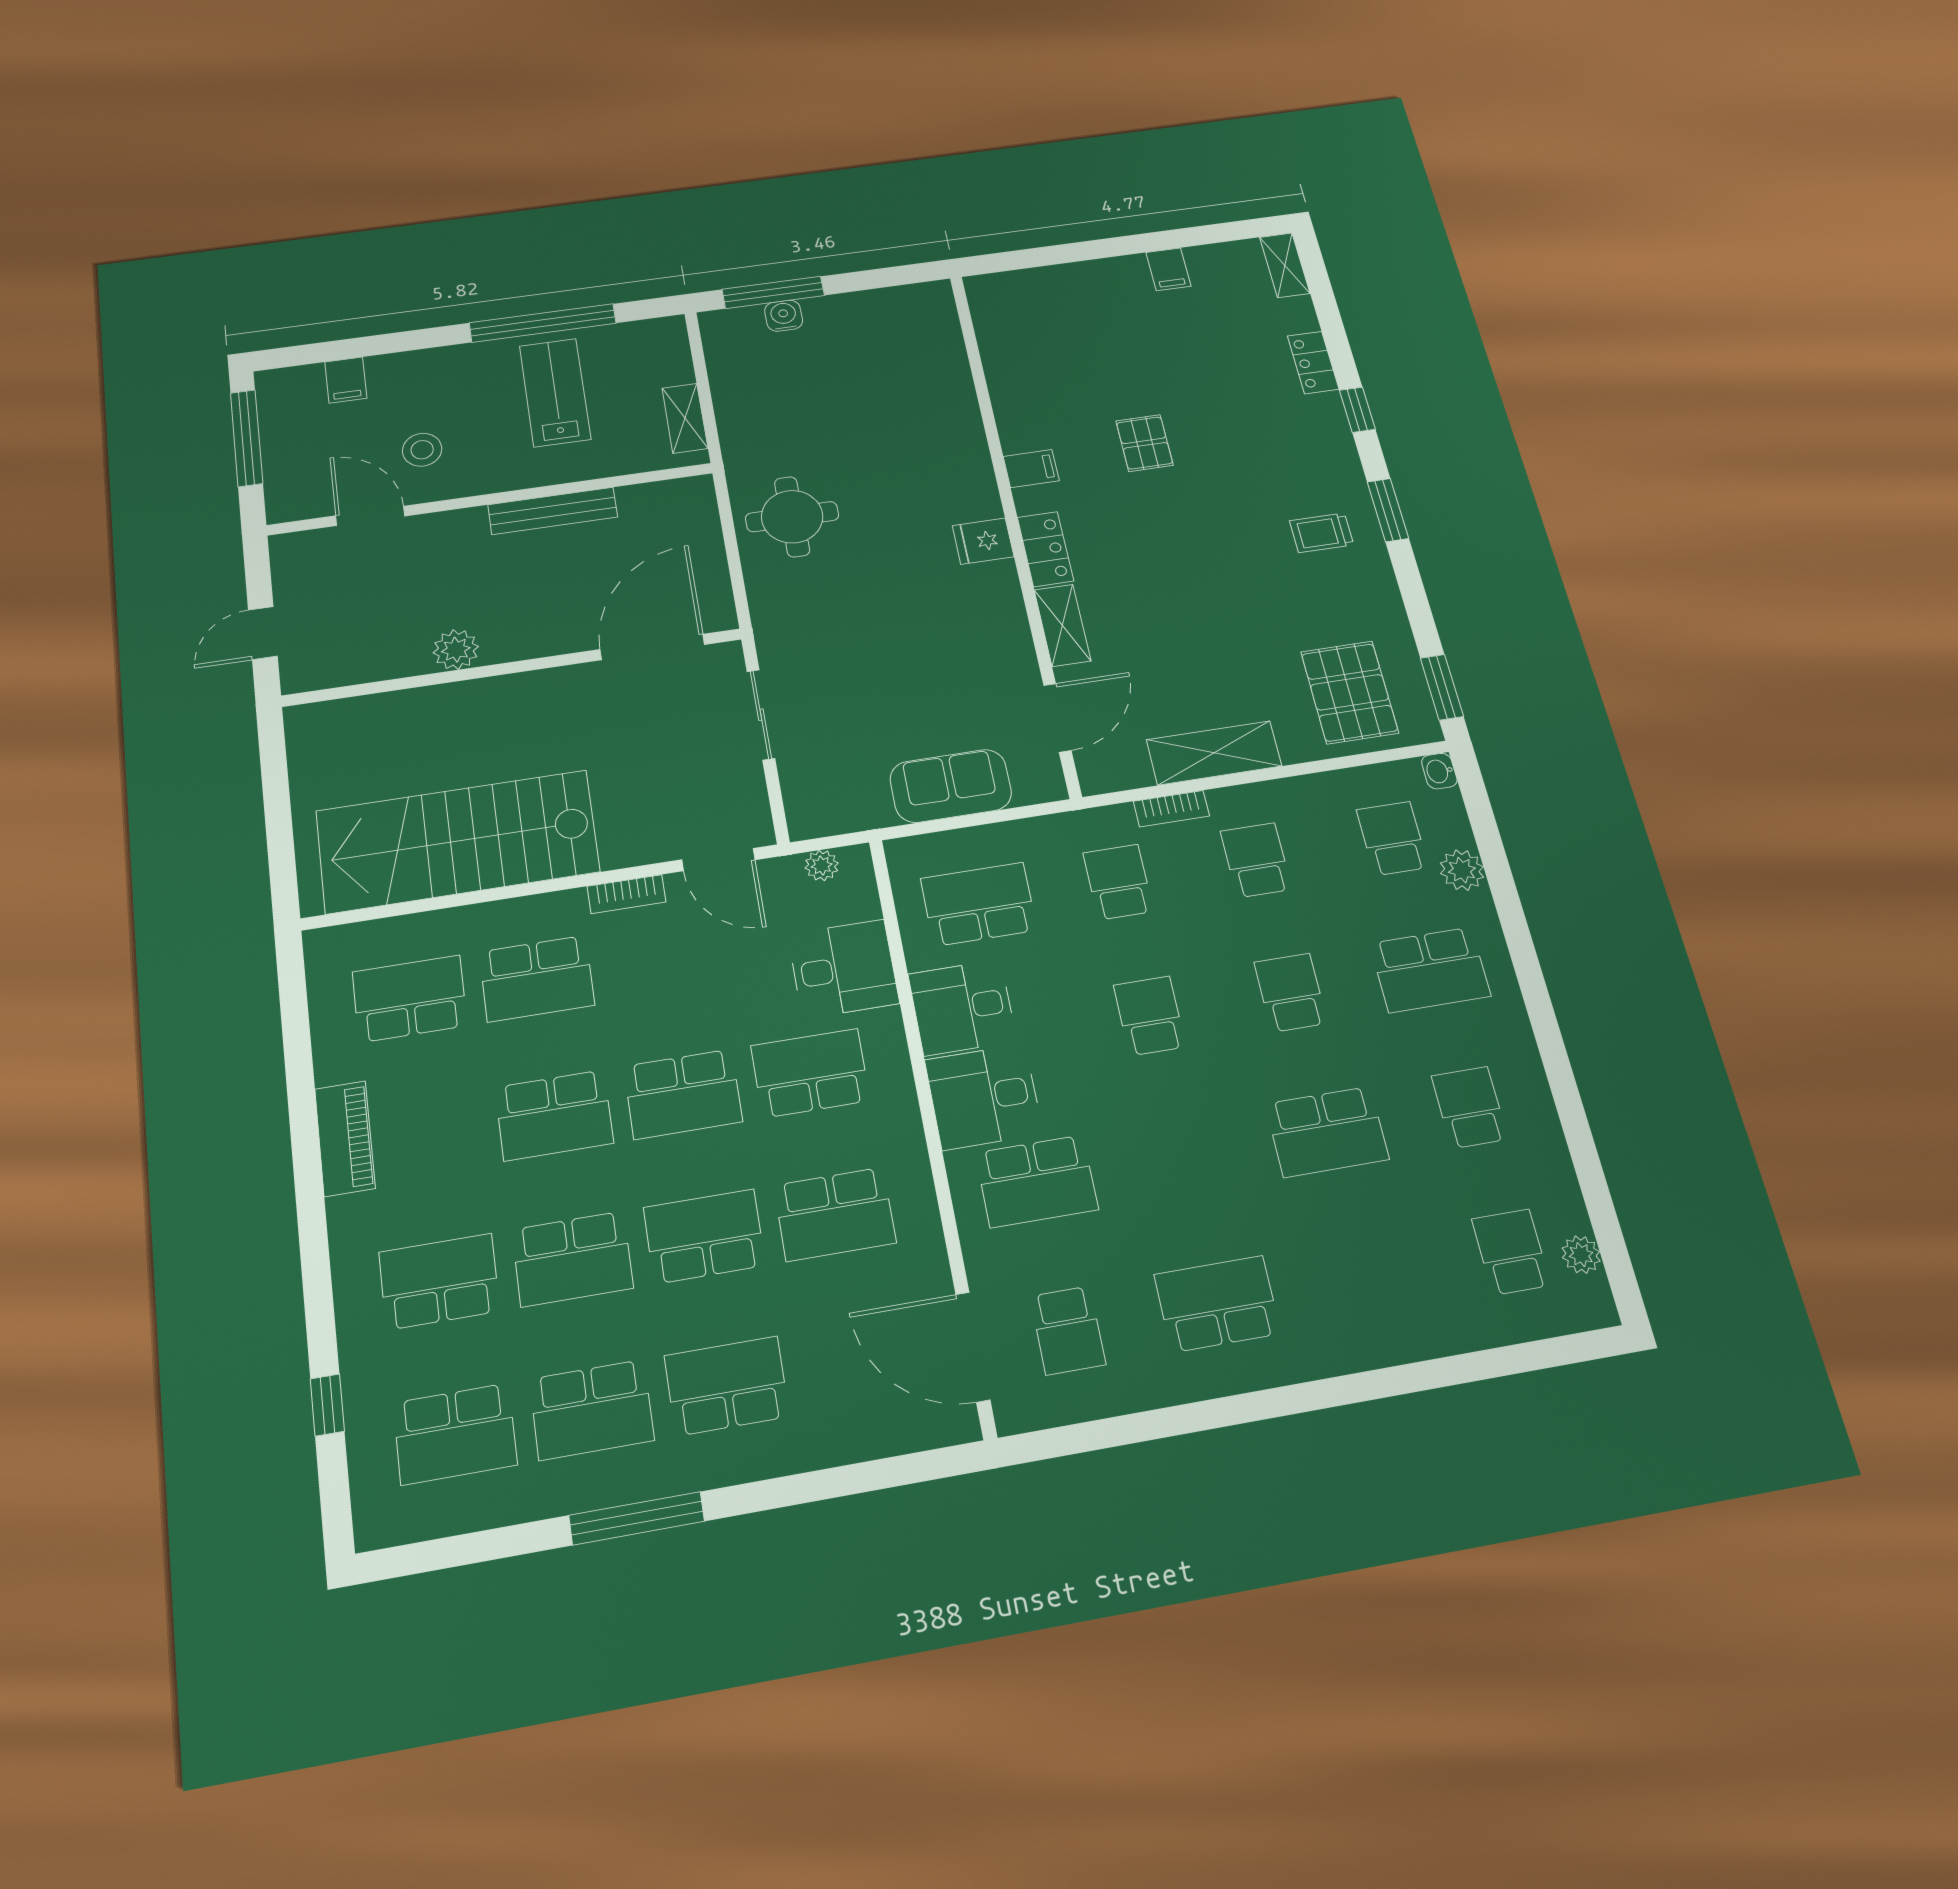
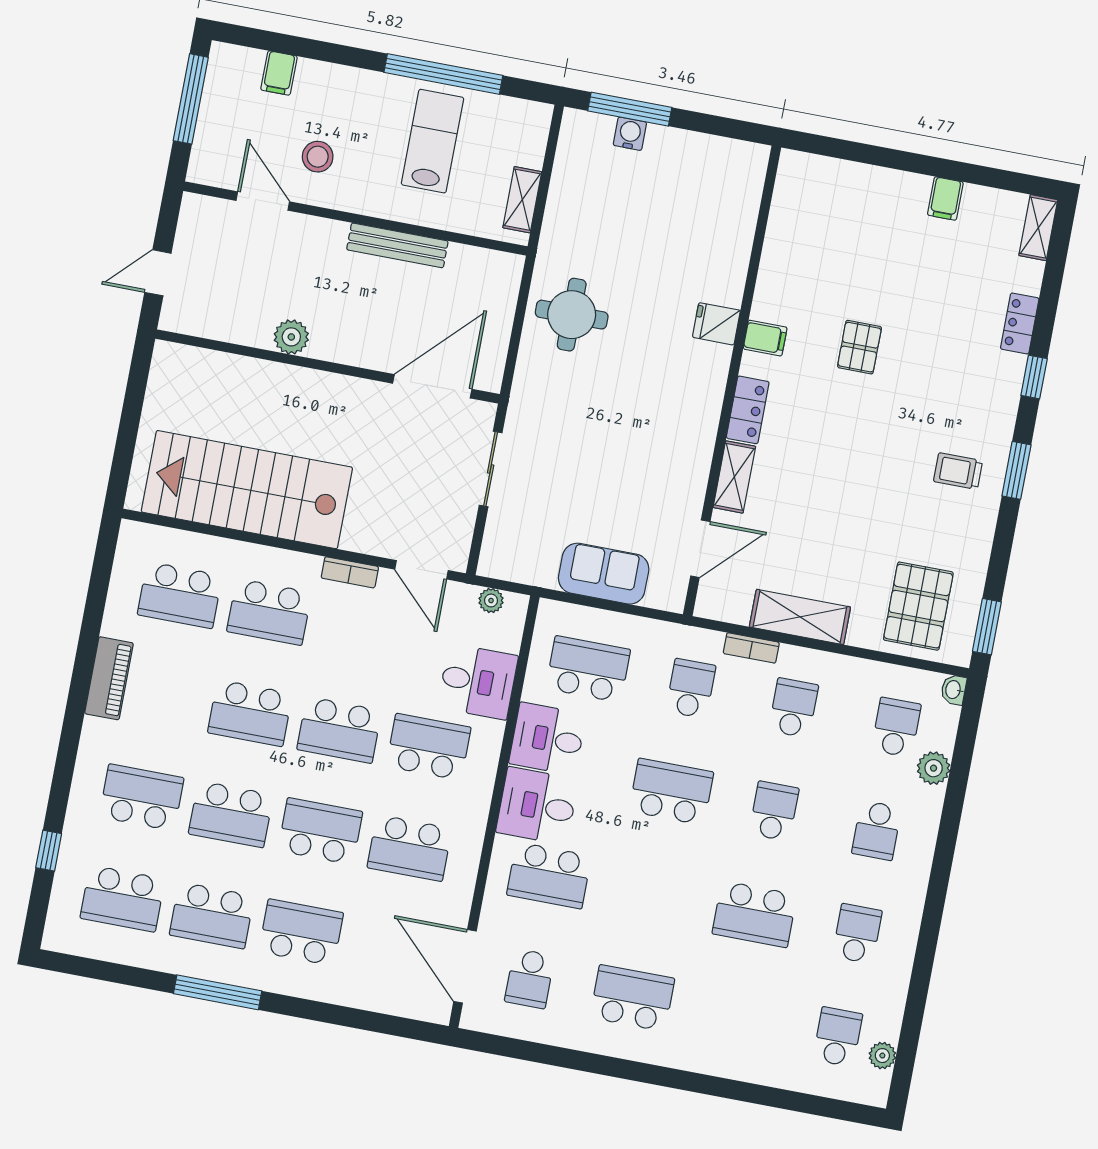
fridge: (983, 541) -> (716, 324), moved
school desk: (1430, 970) -> (877, 830), width x0.54
school desk: (410, 999) -> (180, 595), turned 180
school desk: (1150, 1016) -> (671, 792), width x1.85

